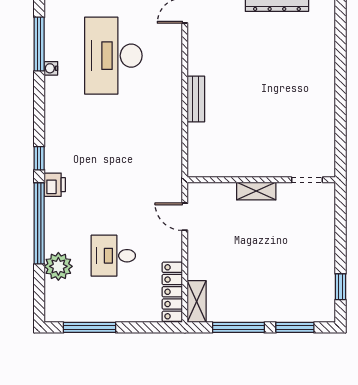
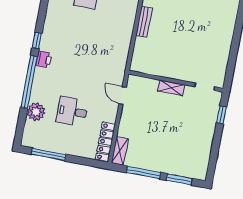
window: (340, 287) -> (222, 115), moved

